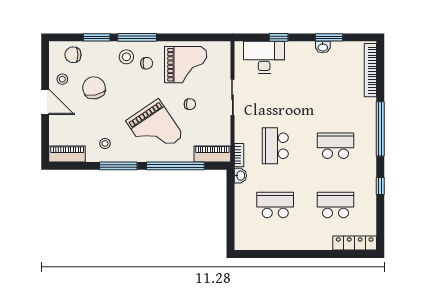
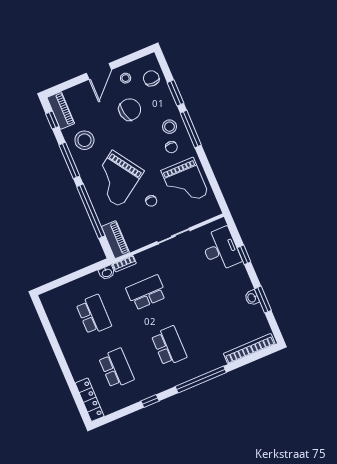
stool: (105, 143) -> (84, 140), width x1.89, depth x1.89
window: (73, 166) -> (52, 120), added

